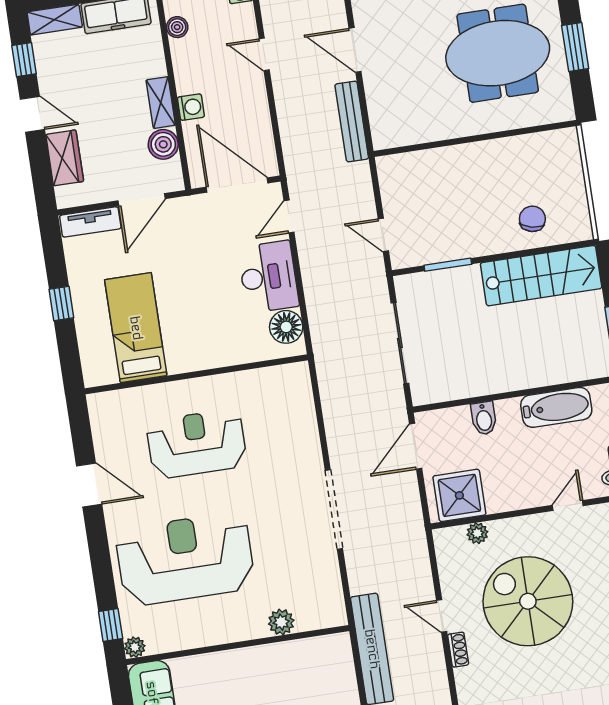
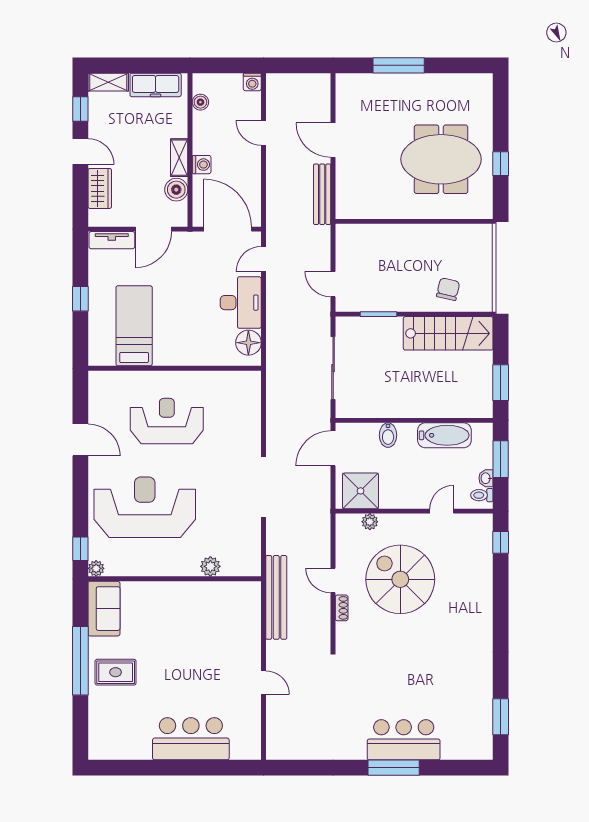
window: (575, 47) -> (501, 164), width x0.67

